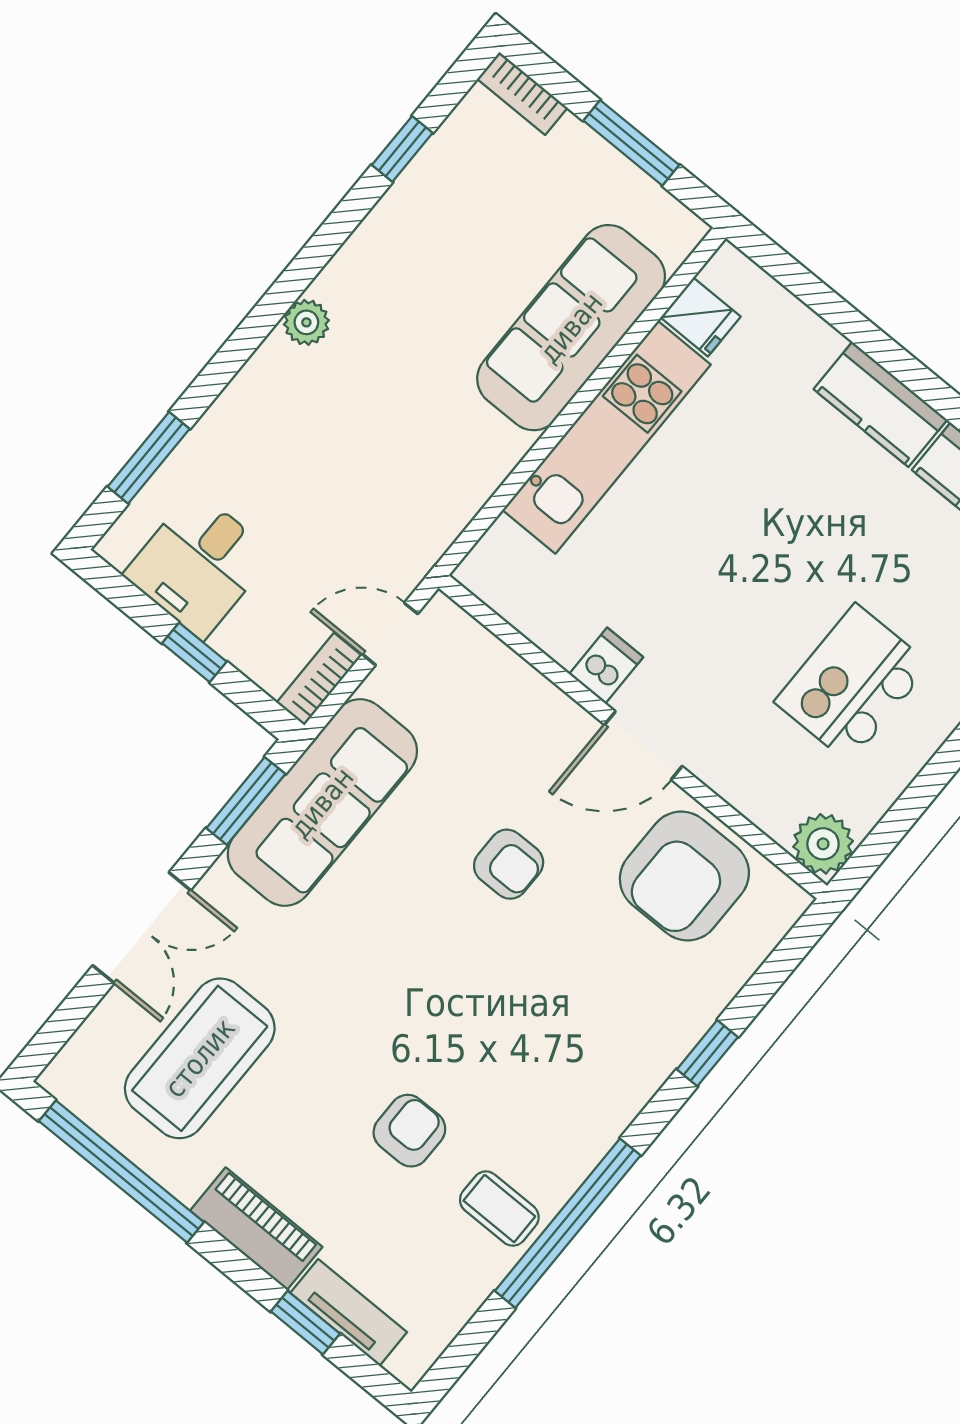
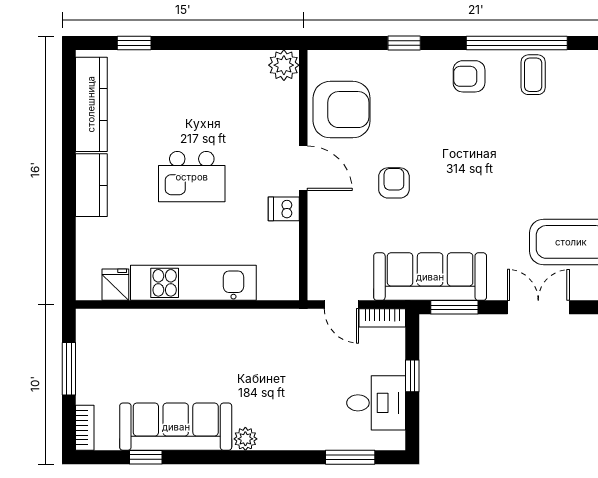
sofa: (571, 328) -> (176, 427), moved, turned 180
kitchen island: (852, 683) -> (192, 177), moved
armchair: (409, 1131) -> (469, 76), moved

